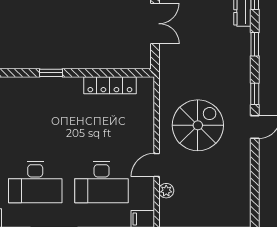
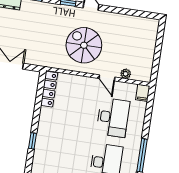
locker: (110, 85) -> (49, 89), moved

